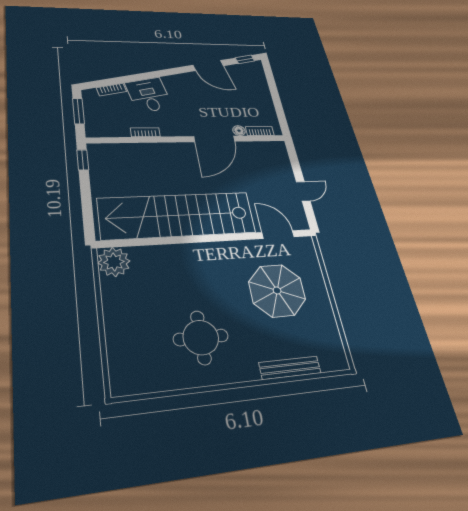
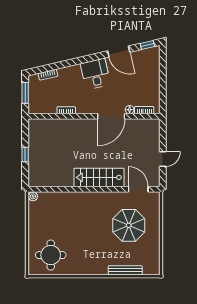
desk: (149, 95) -> (95, 74), moved
window: (83, 160) -> (25, 155), moved
stairs: (177, 215) -> (99, 177), width x0.54, depth x0.66
plant: (114, 262) -> (33, 196), width x0.53, depth x0.53
round table: (201, 337) -> (51, 255), moved

